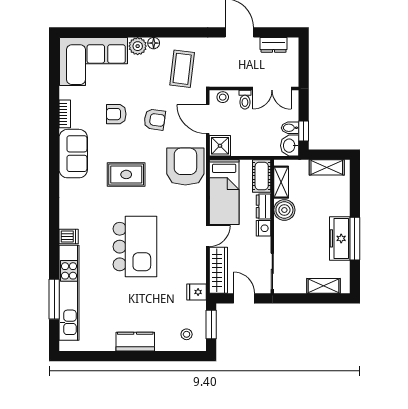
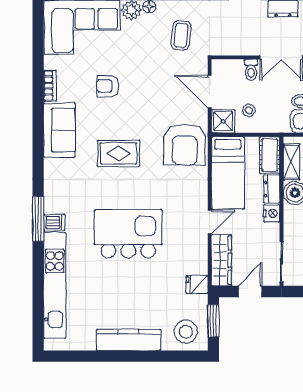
coffee table: (182, 69) -> (181, 35), width x0.73, depth x0.77
stool: (223, 97) -> (249, 110), moved
armchair: (154, 120) -> (150, 92), removed
armchair: (185, 167) -> (185, 144), turned 180
kitchen island: (135, 247) -> (128, 234), turned -90
door: (244, 298) -> (250, 292), hinge flipped
window: (54, 299) -> (38, 219), moved
stool: (187, 334) -> (186, 332), width x1.89, depth x1.89
kitchen counter: (135, 342) -> (129, 340), width x1.50

